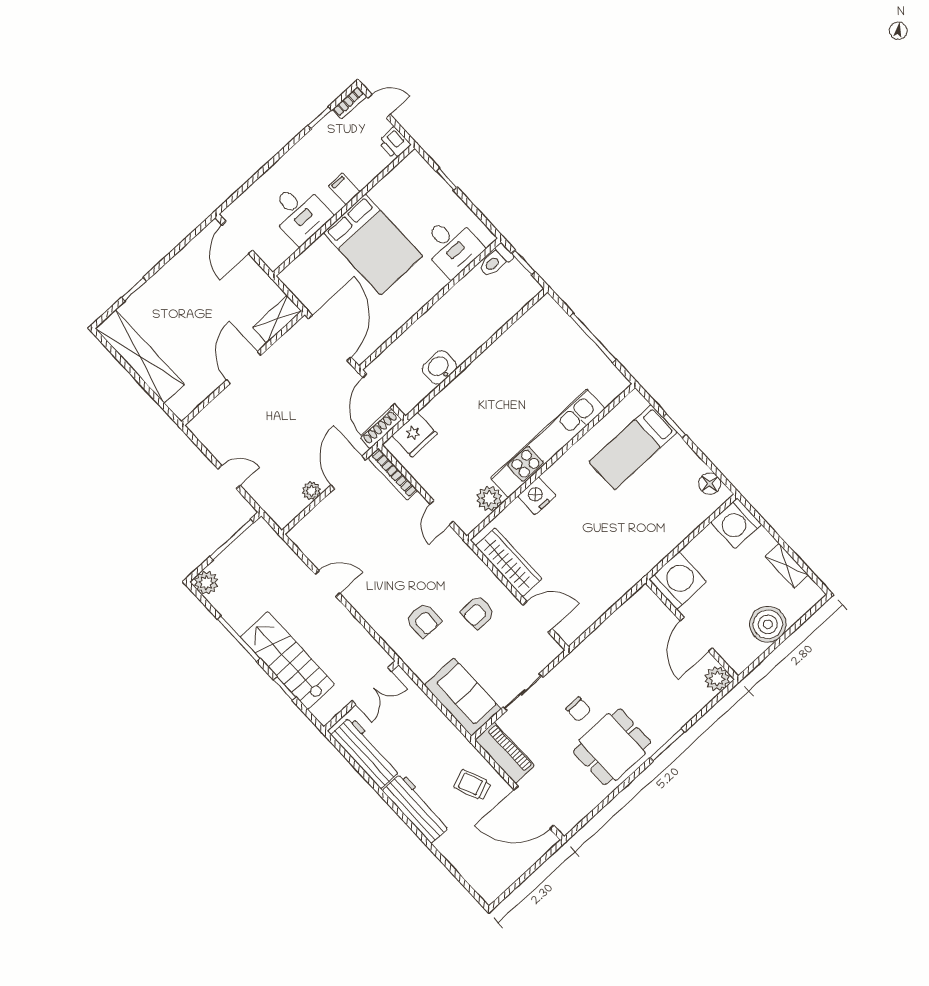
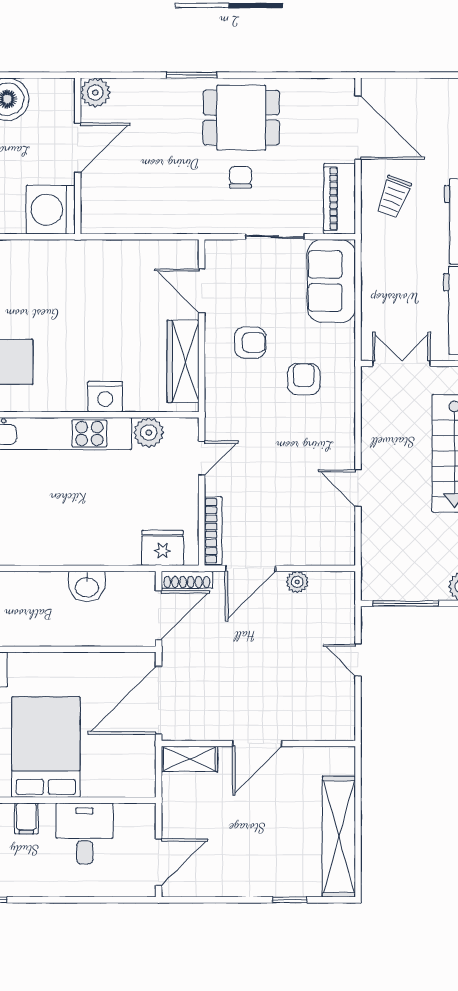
trolley: (472, 785) -> (393, 197), turned 43

